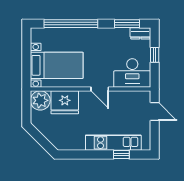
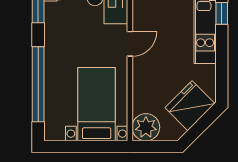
fridge: (65, 102) -> (190, 106), moved, turned -135

